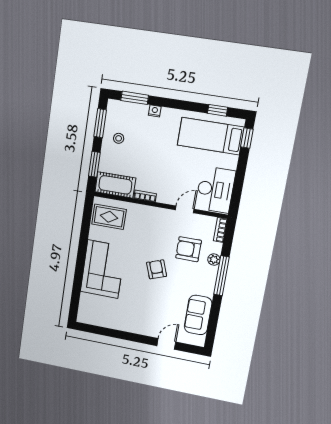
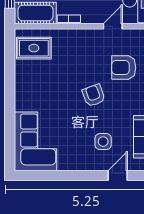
corner sofa: (103, 269) -> (36, 141), moved
side table: (158, 312) -> (103, 142), added

